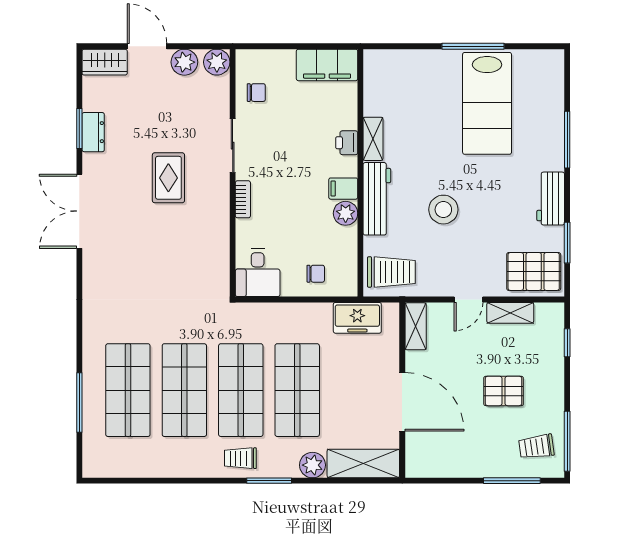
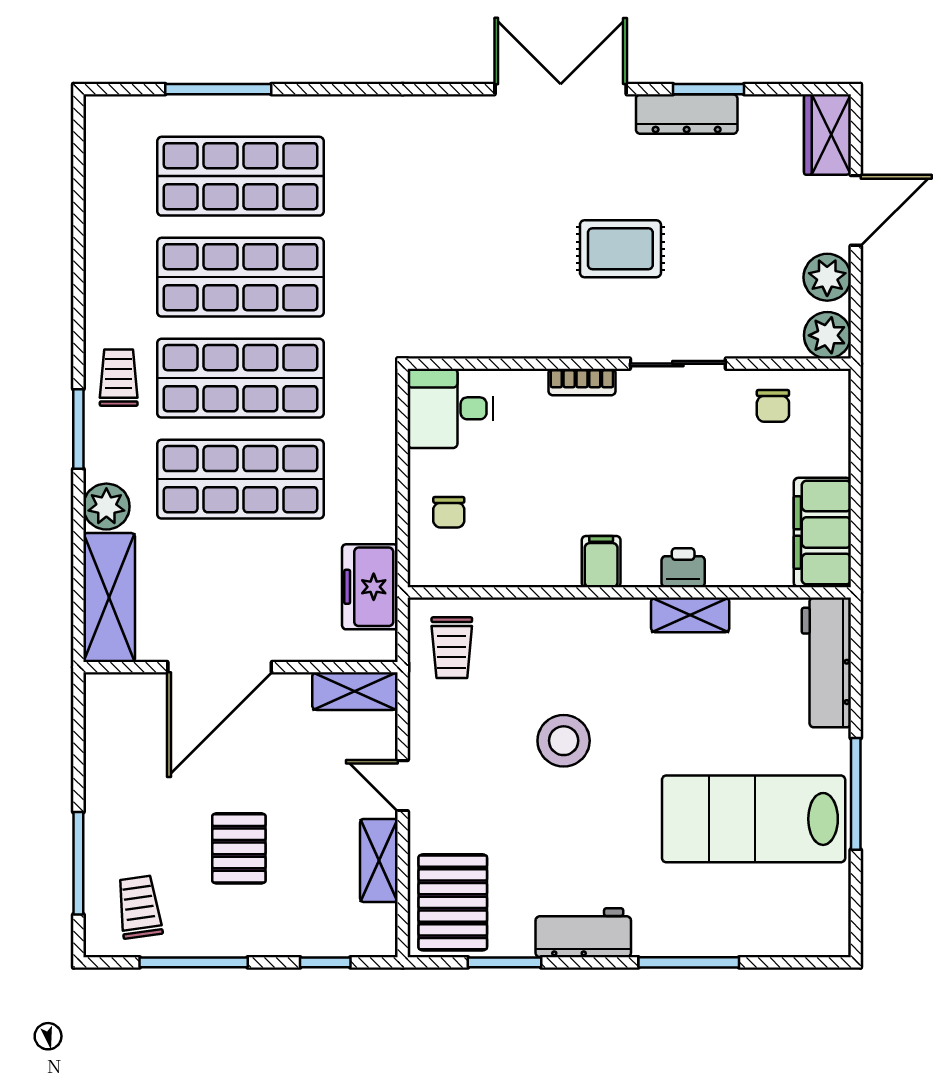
dresser: (93, 132) -> (687, 114), width x1.44
workbench: (377, 199) -> (826, 662), moved, turned 90
plant: (346, 213) -> (557, 566), removed
trolley: (391, 272) -> (452, 648), width x0.73, depth x0.72
window: (567, 441) -> (194, 962), moved

